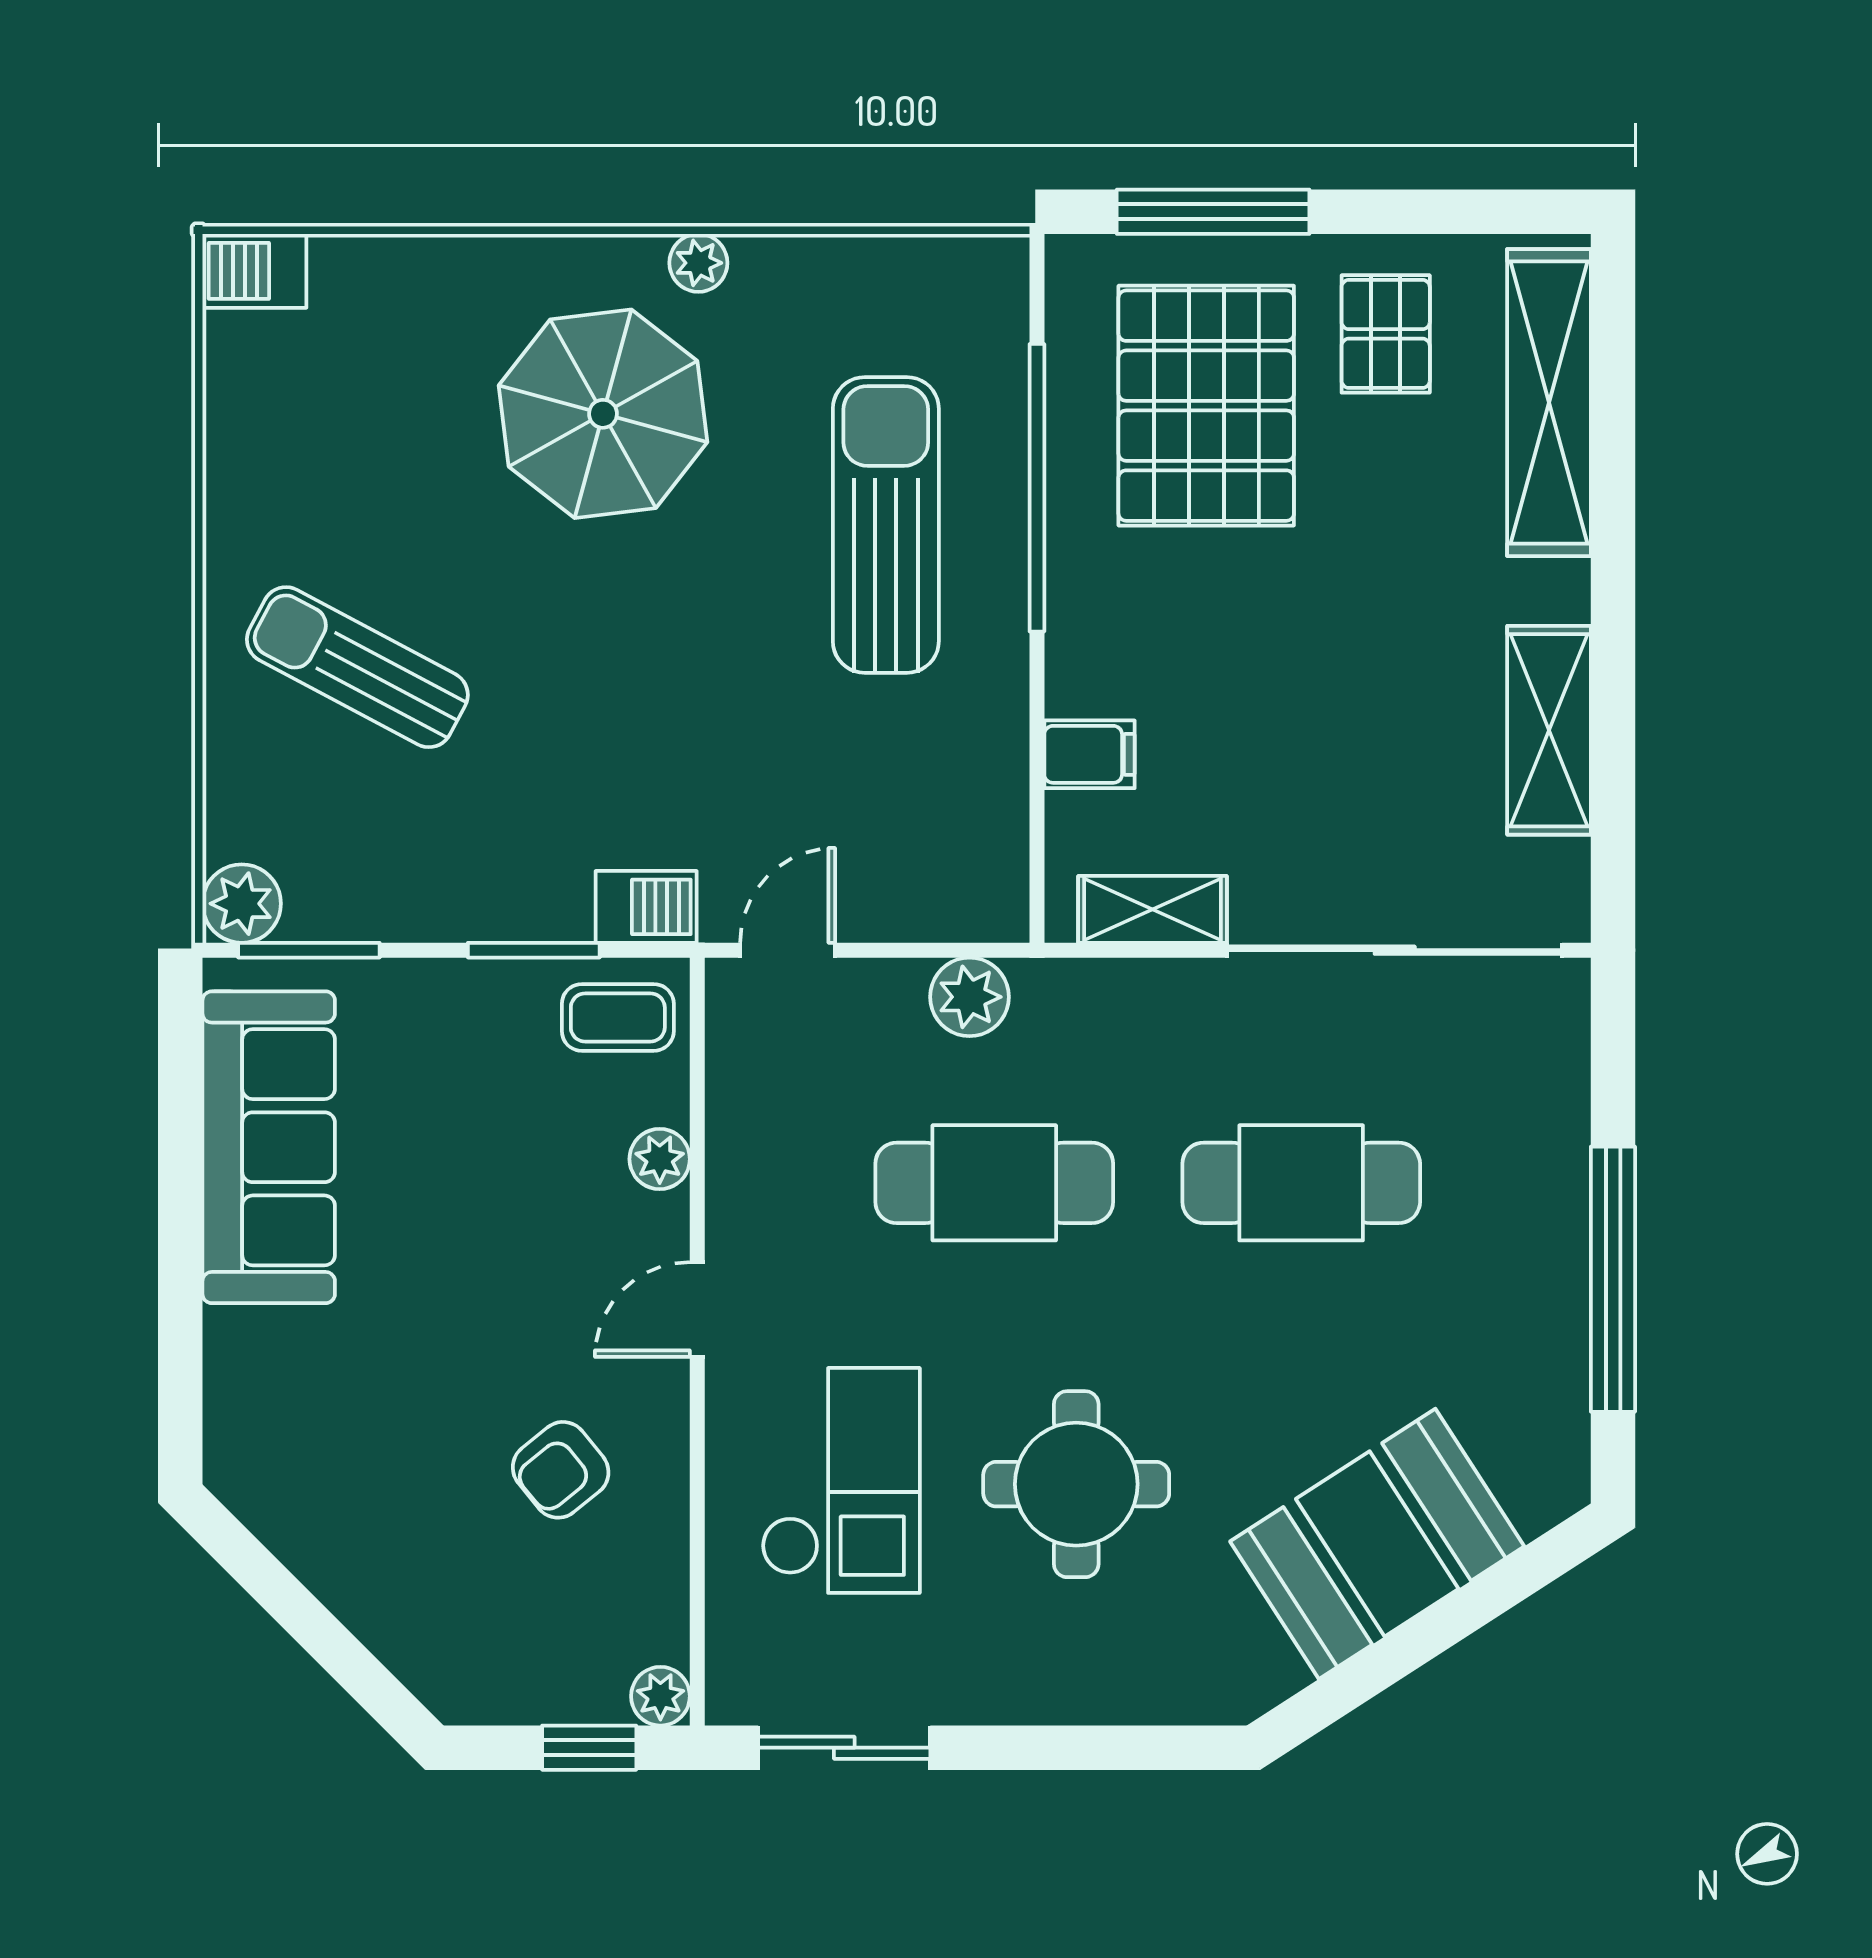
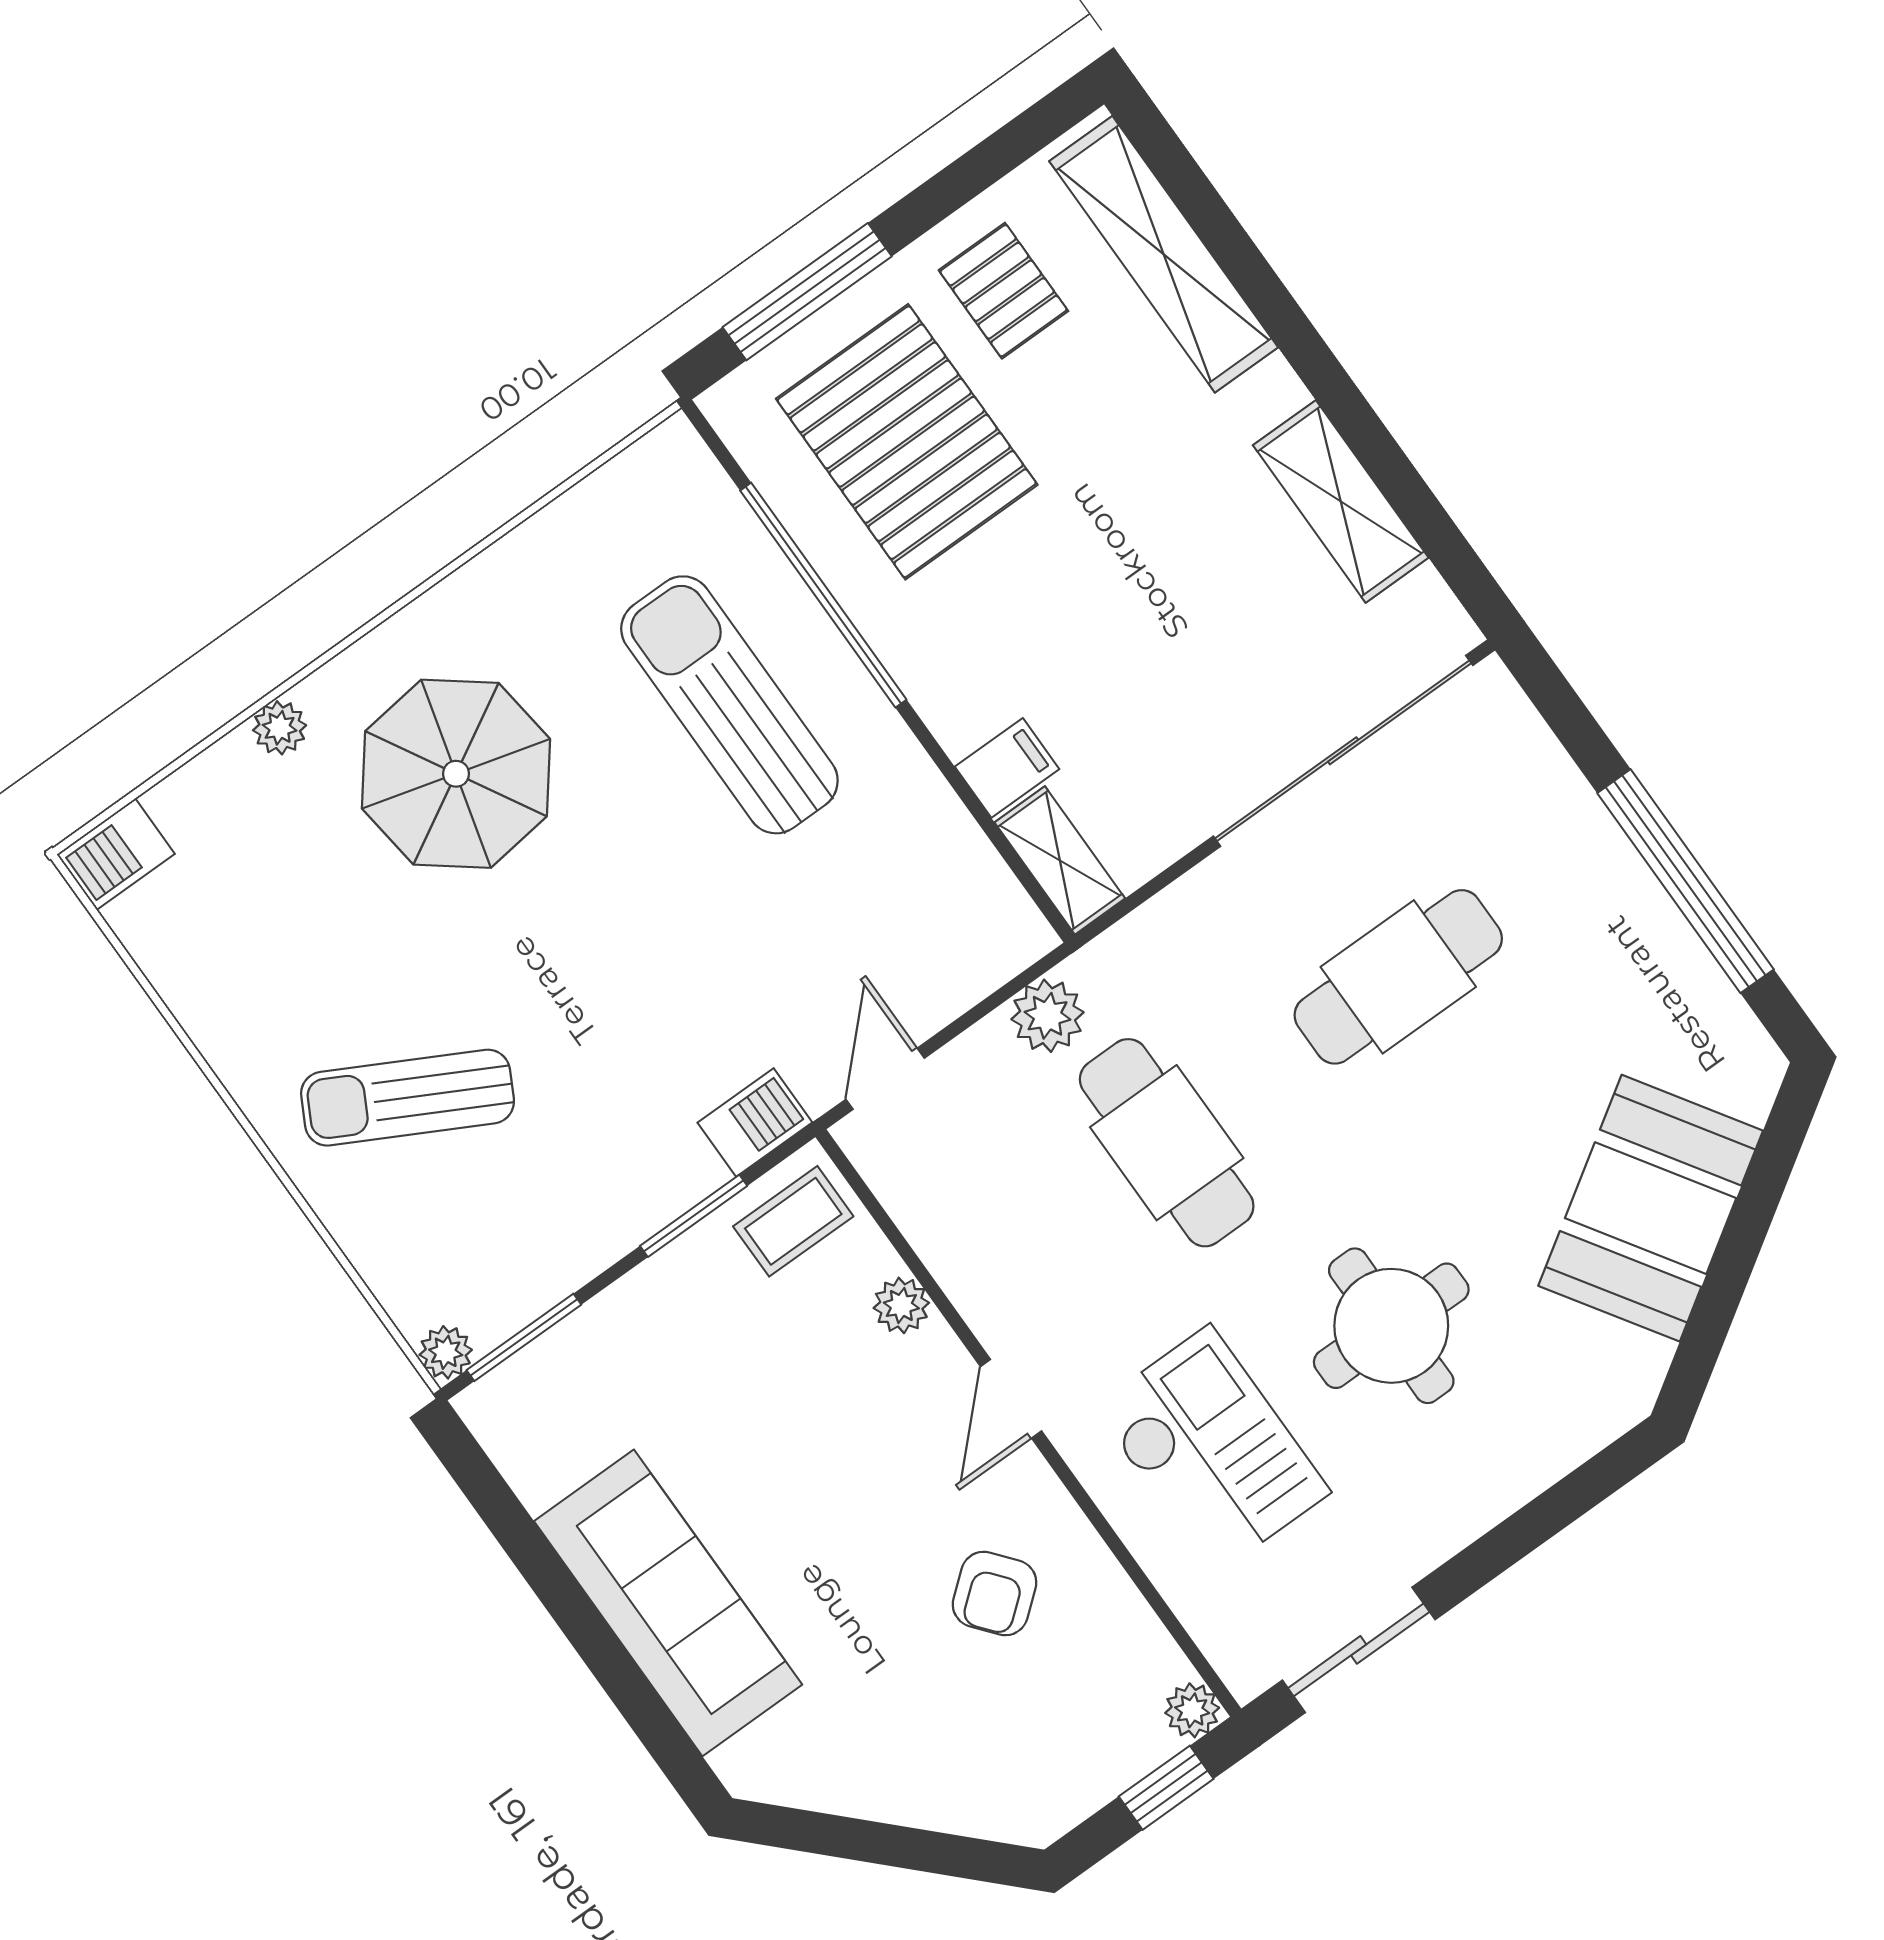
plant: (698, 263) -> (280, 728), moved
plant: (242, 904) -> (446, 1352), width x0.73, depth x0.73
shelving: (1153, 909) -> (1060, 860), moved, turned 90
sofa: (269, 1147) -> (668, 1603), moved
cafe table: (994, 1183) -> (1167, 1143), turned 90

